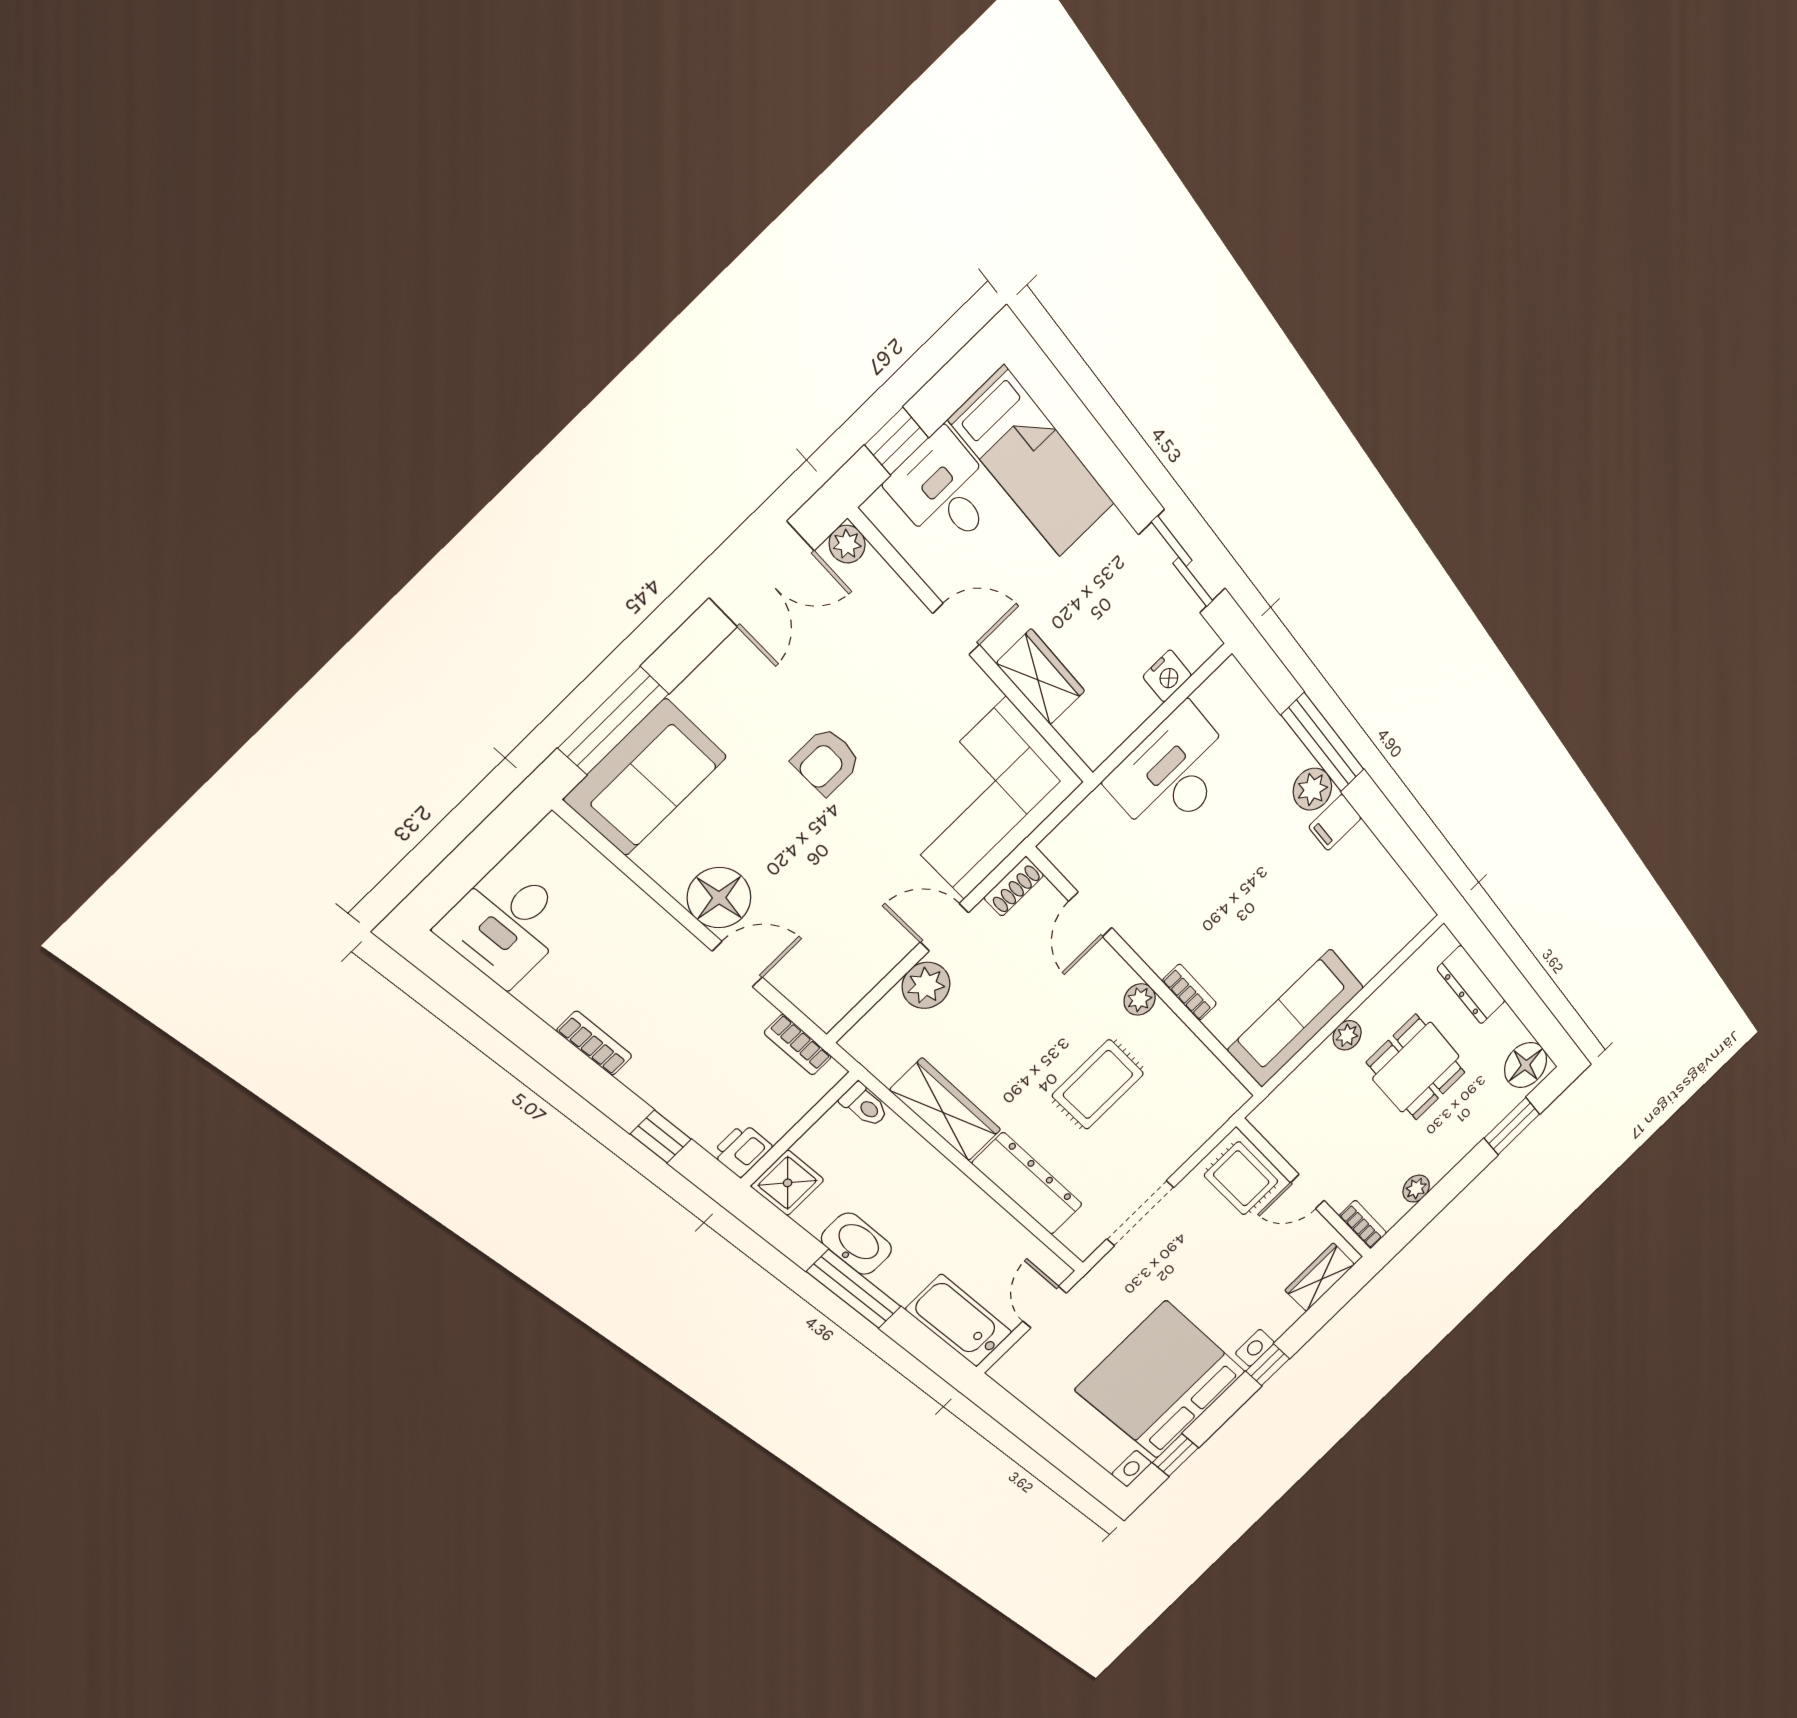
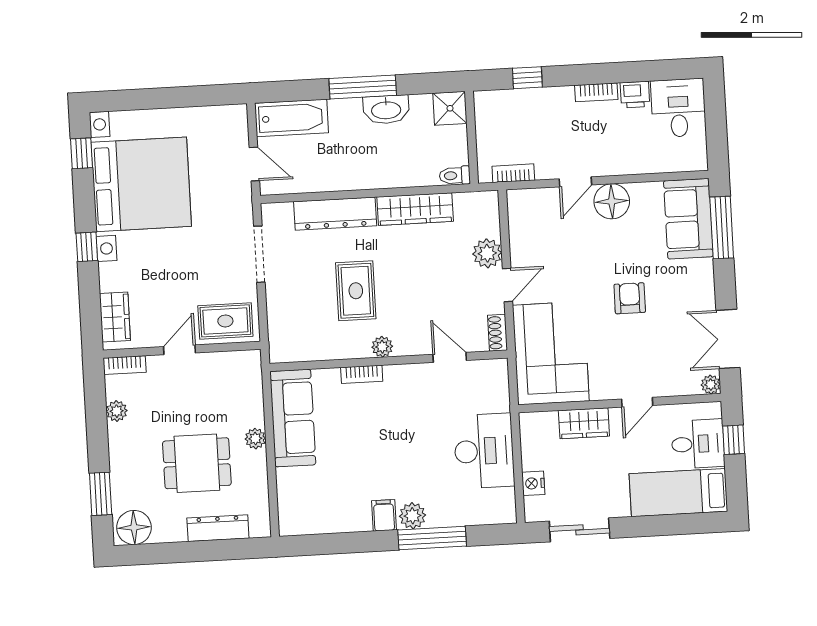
printer: (742, 1150) -> (635, 95), moved, turned 90

